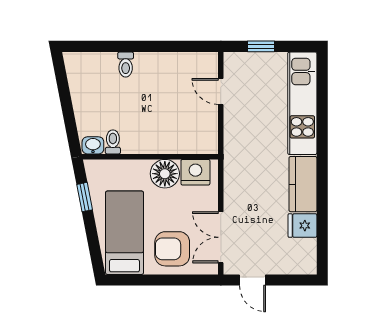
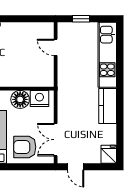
fridge: (302, 226) -> (109, 154), moved, turned 90

